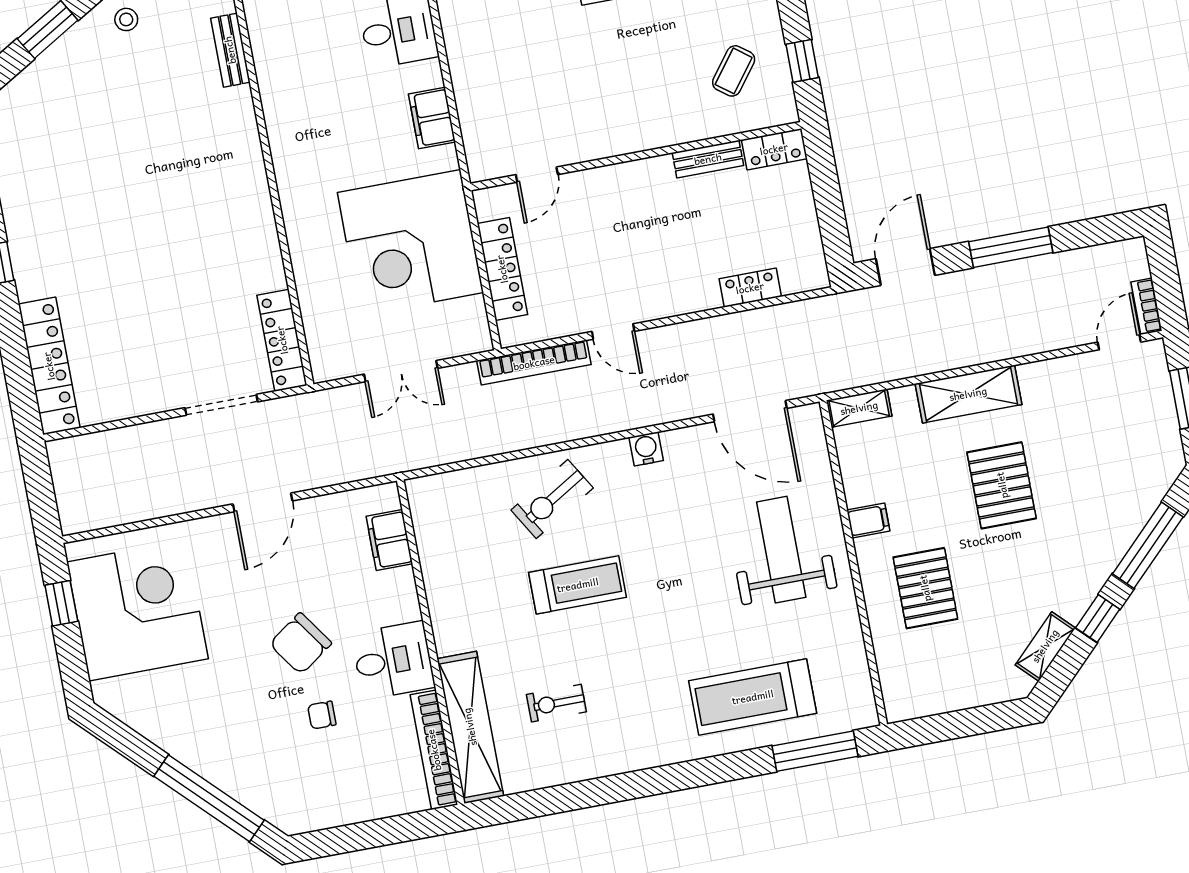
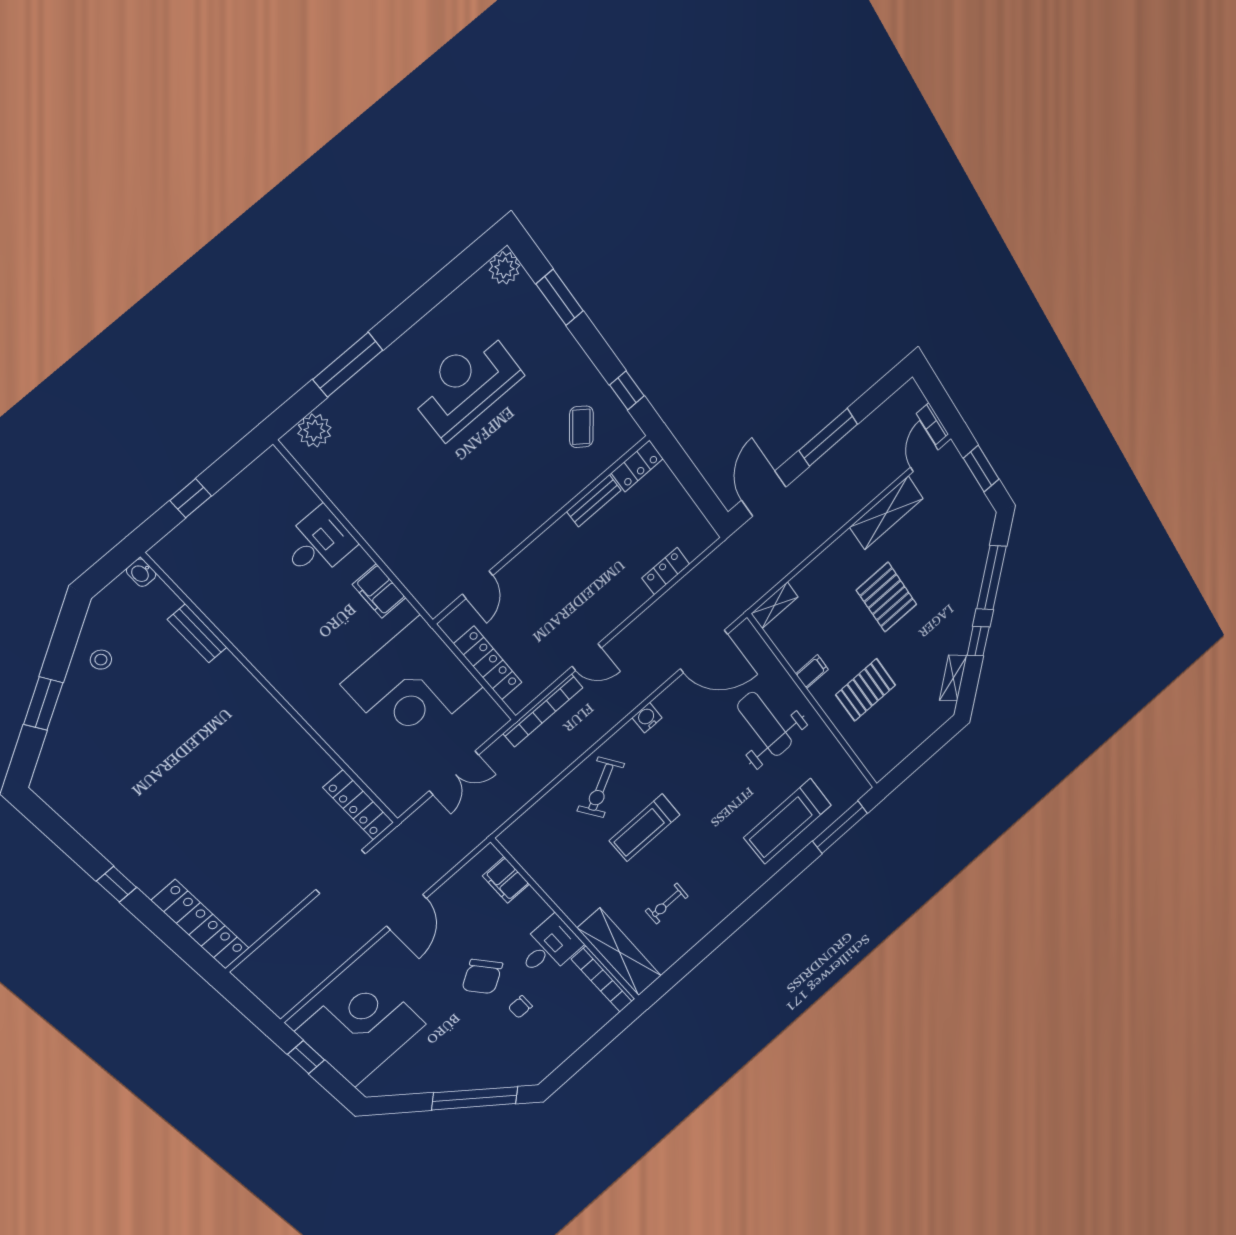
shelving: (968, 394) -> (886, 513), moved
treadmill: (578, 585) -> (645, 828), turned 180
pallet: (925, 588) -> (866, 690), turned 90

